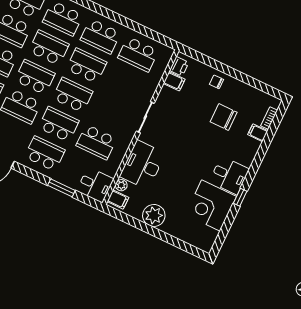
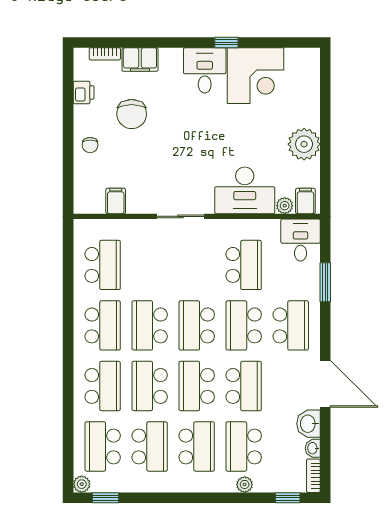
printer: (179, 66) -> (84, 92), moved, turned 90
filing cabinet: (258, 133) -> (140, 60), width x2.00
school desk: (45, 154) -> (291, 325), turned 180

